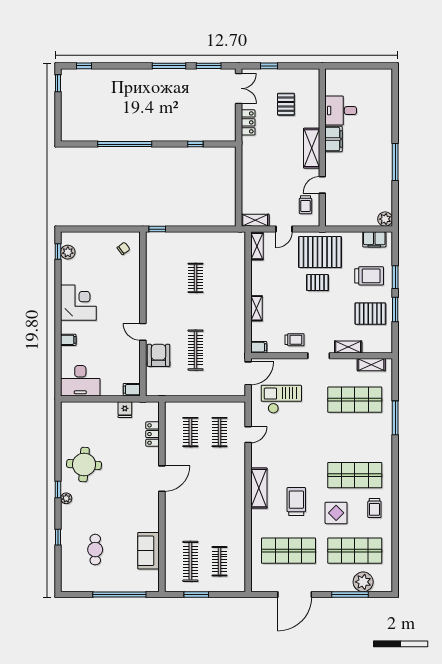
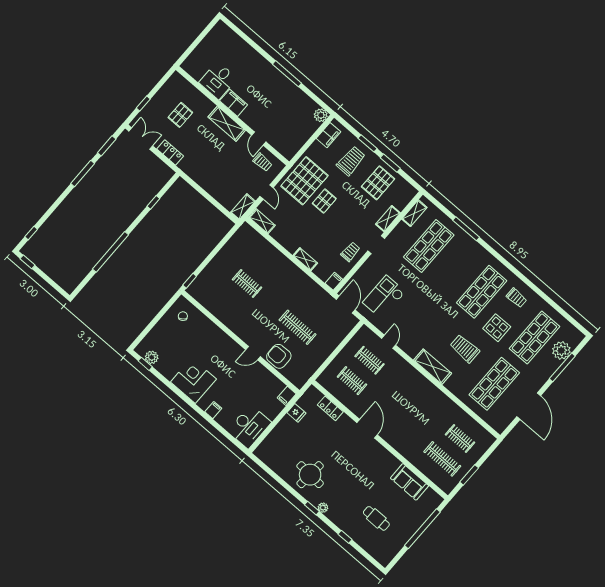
pallet: (286, 104) -> (180, 115), turned 90

